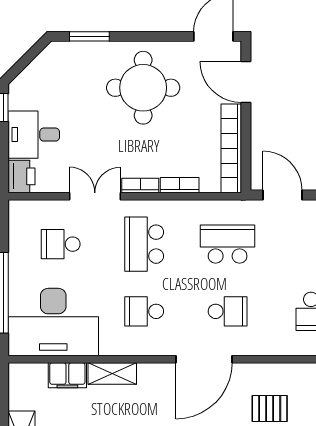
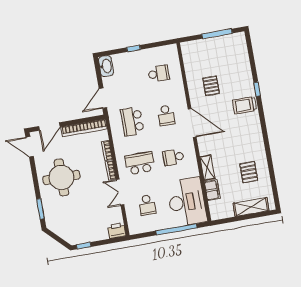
desk: (34, 135) -> (95, 228), removed
school desk: (144, 244) -> (140, 163), turned 180
school desk: (144, 311) -> (173, 157), turned 90
school desk: (228, 311) -> (166, 115), turned 180

